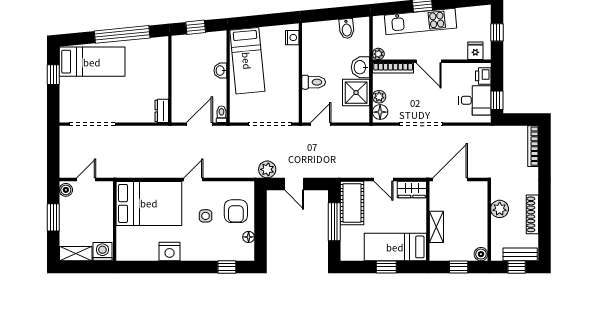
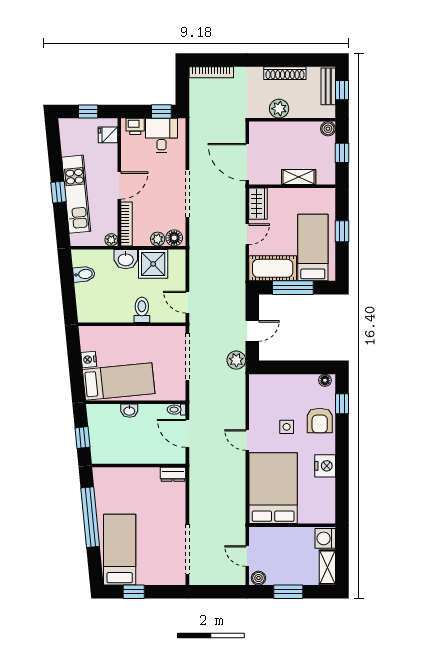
nightstand: (292, 38) -> (89, 359), moved, turned -96
armchair: (236, 211) -> (320, 420), moved, turned 90
floor lamp: (249, 237) -> (325, 380), moved
bed: (395, 247) -> (313, 248), moved, turned 180

